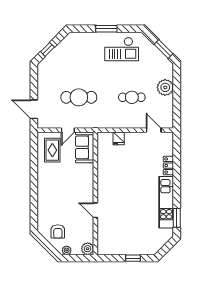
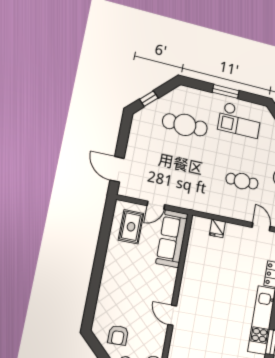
cafe table: (79, 97) -> (185, 125), moved
sofa: (85, 147) -> (172, 239), width x1.36

